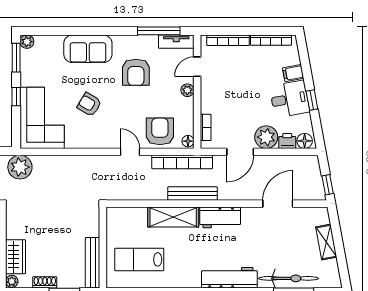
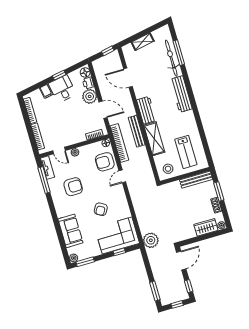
sofa: (88, 49) -> (70, 231), moved
window: (16, 97) -> (119, 252), moved
stool: (121, 225) -> (168, 169), added

